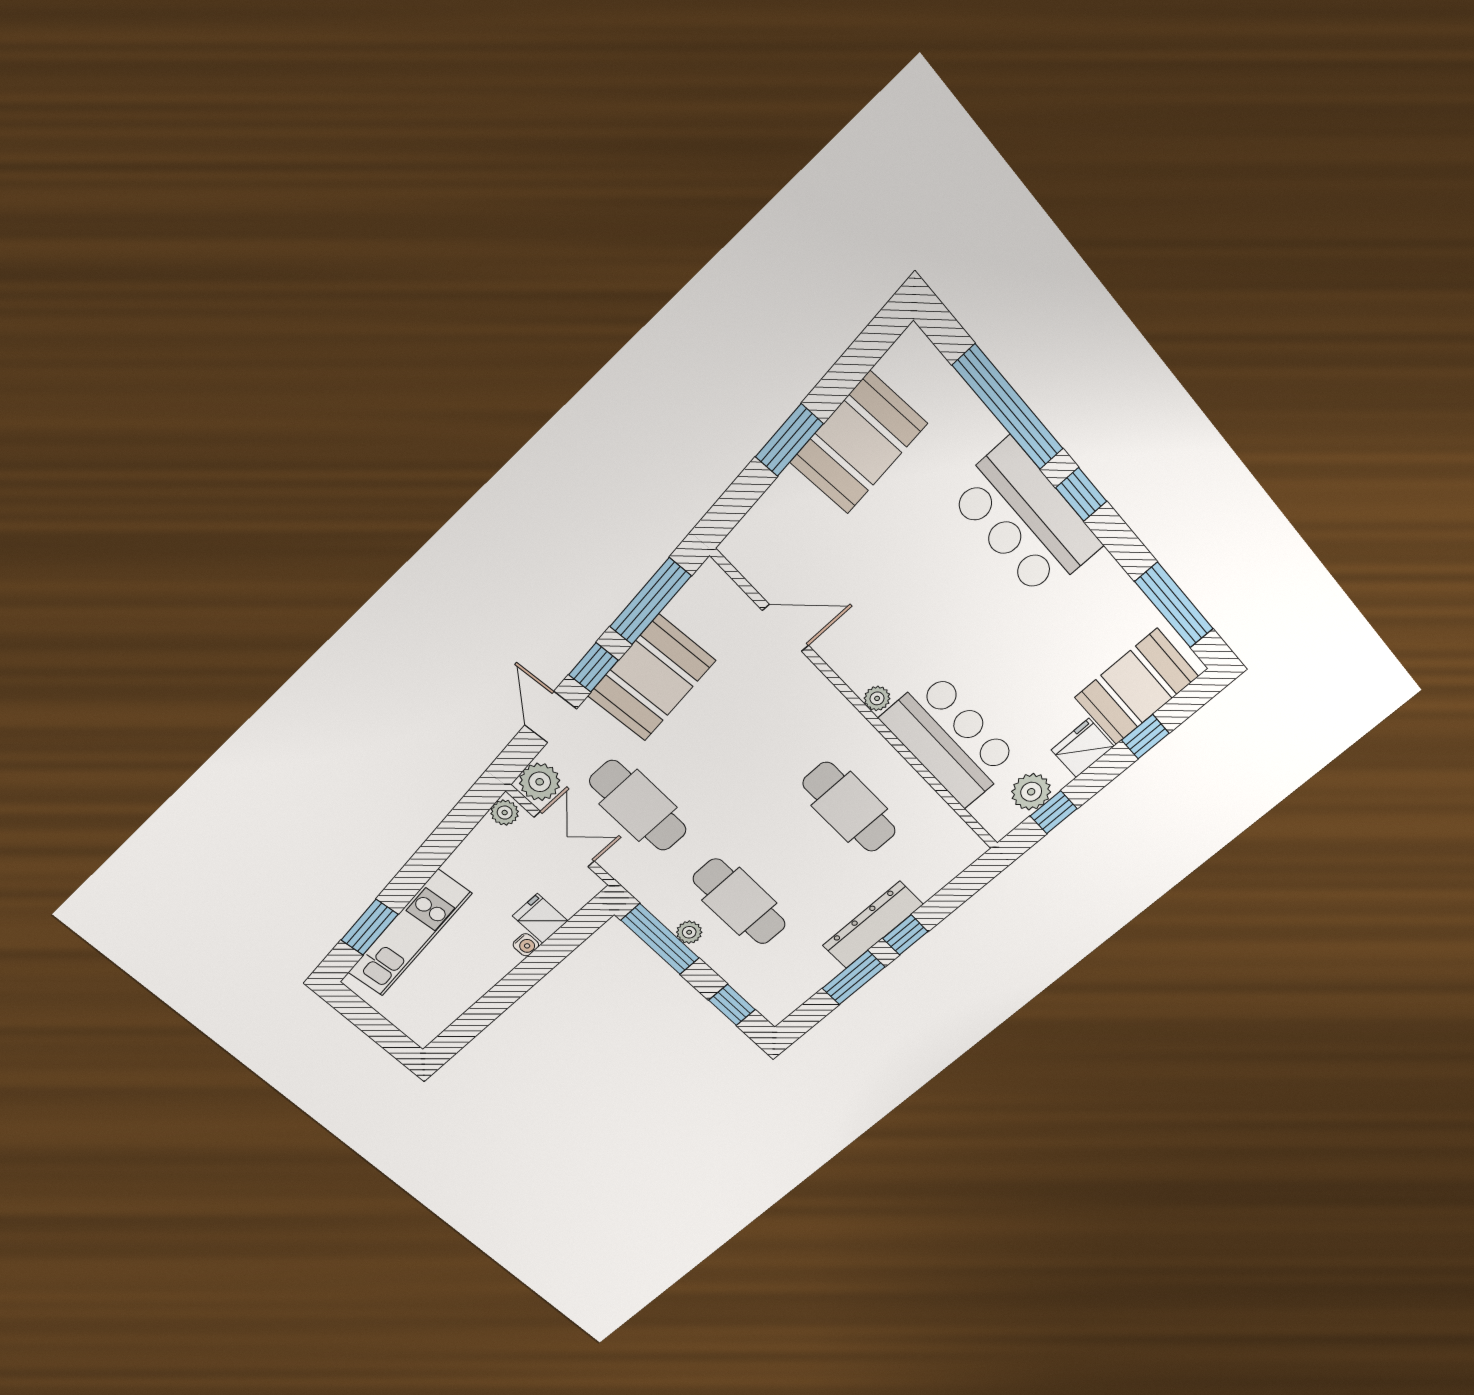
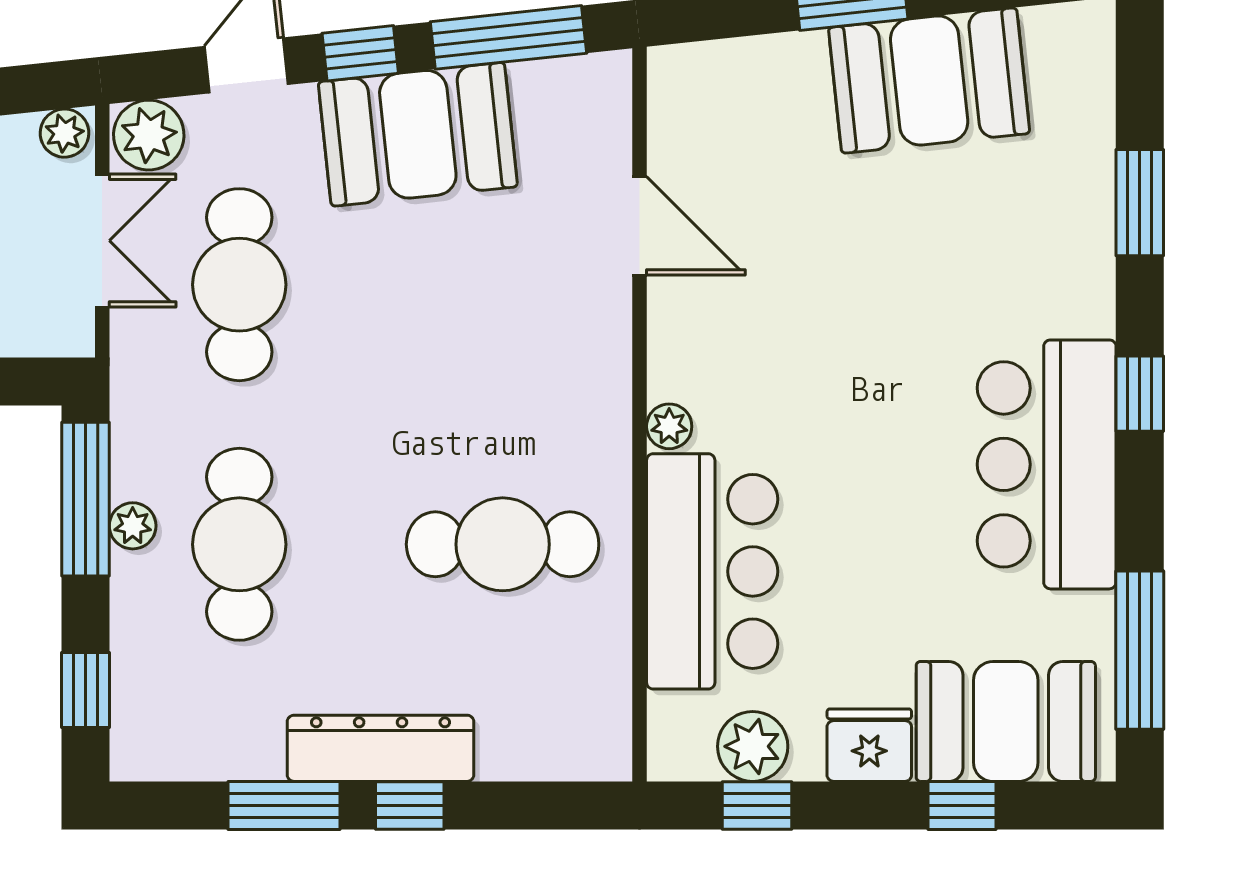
window: (1008, 407) -> (1140, 203), width x0.47
bar counter: (1025, 520) -> (1047, 464), moved
cafe table: (849, 807) -> (503, 544), turned 90

